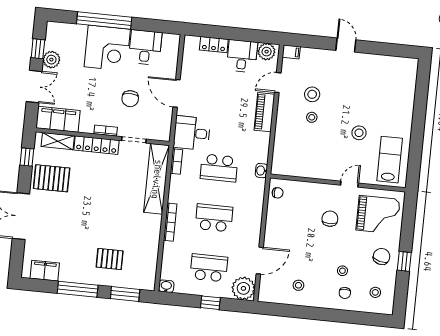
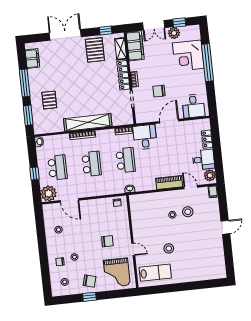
desk: (145, 47) -> (193, 106), moved, turned 90
corner desk: (107, 48) -> (188, 56), moved
school desk: (219, 168) -> (126, 160), turned 180
shelving: (157, 179) -> (88, 122), moved

